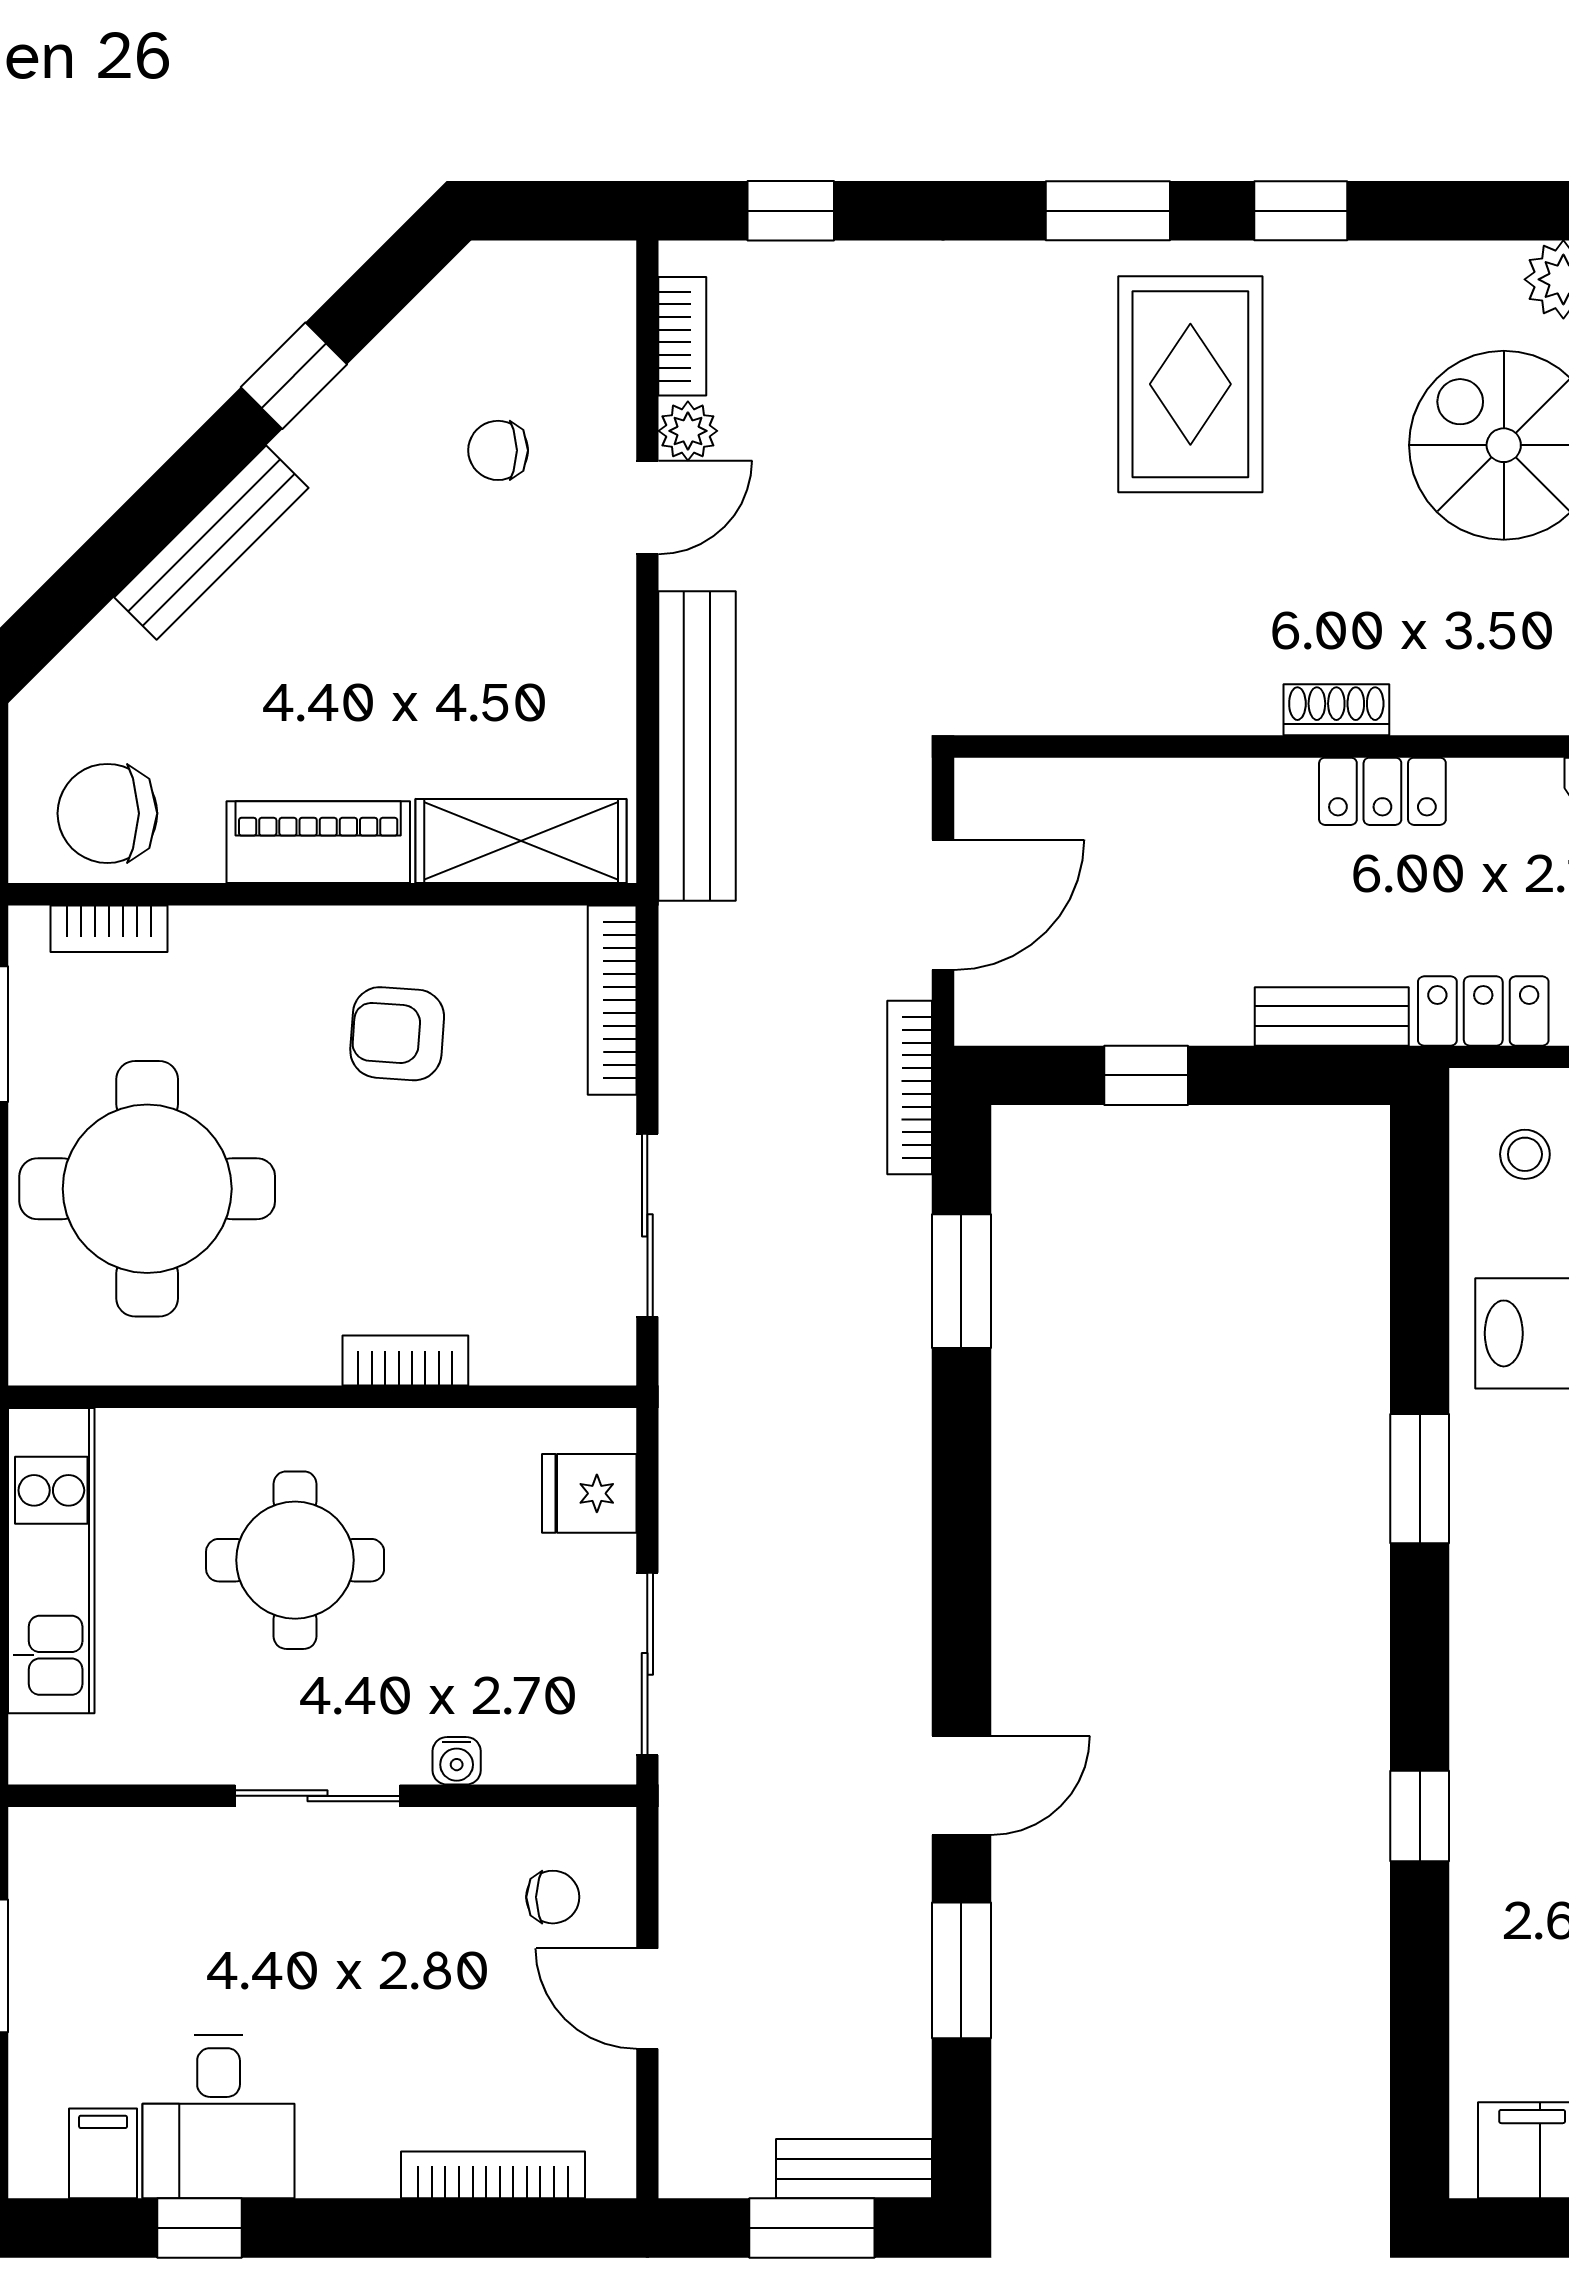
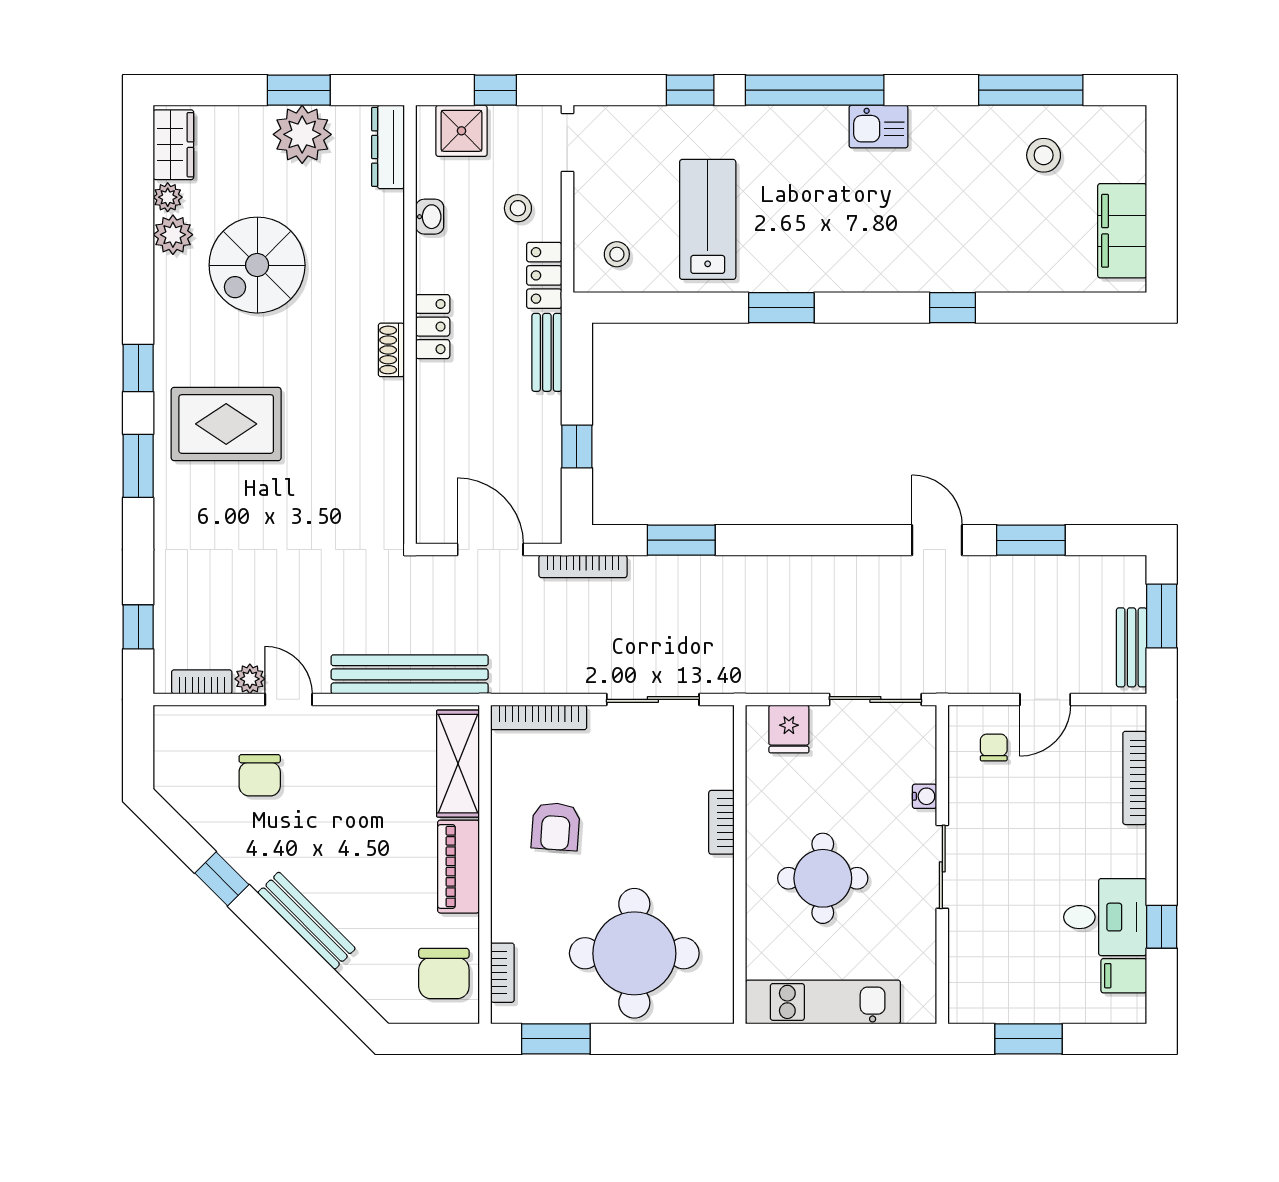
chair: (498, 450) -> (260, 775), width x1.37, depth x1.37
bench: (854, 2169) -> (1132, 647), moved

